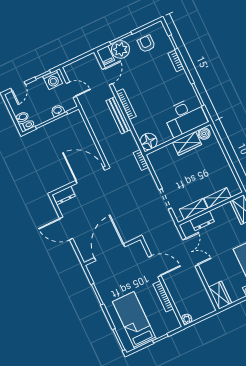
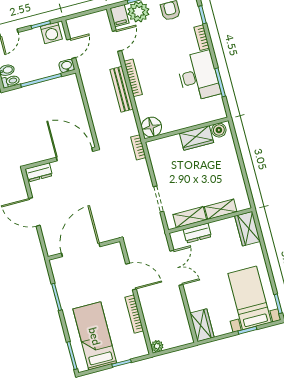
door: (71, 90) -> (71, 49), hinge flipped
washbasin: (58, 111) -> (67, 66), moved
desk: (185, 117) -> (198, 76), moved, turned -90

